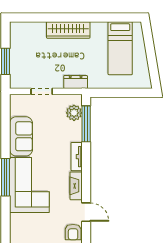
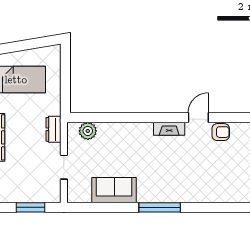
window: (86, 124) -> (100, 118), removed
tv unit: (77, 157) -> (137, 128), removed
corner sofa: (29, 185) -> (168, 181), removed

